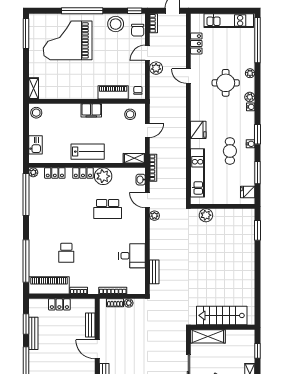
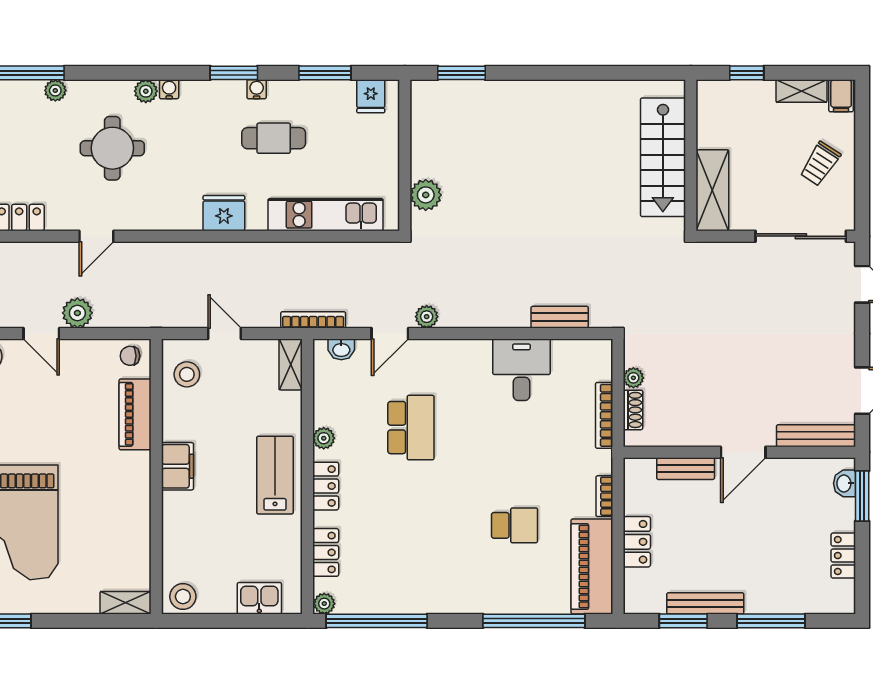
plant: (250, 73) -> (55, 90), moved
plant: (103, 176) -> (324, 438), width x0.53, depth x0.53

